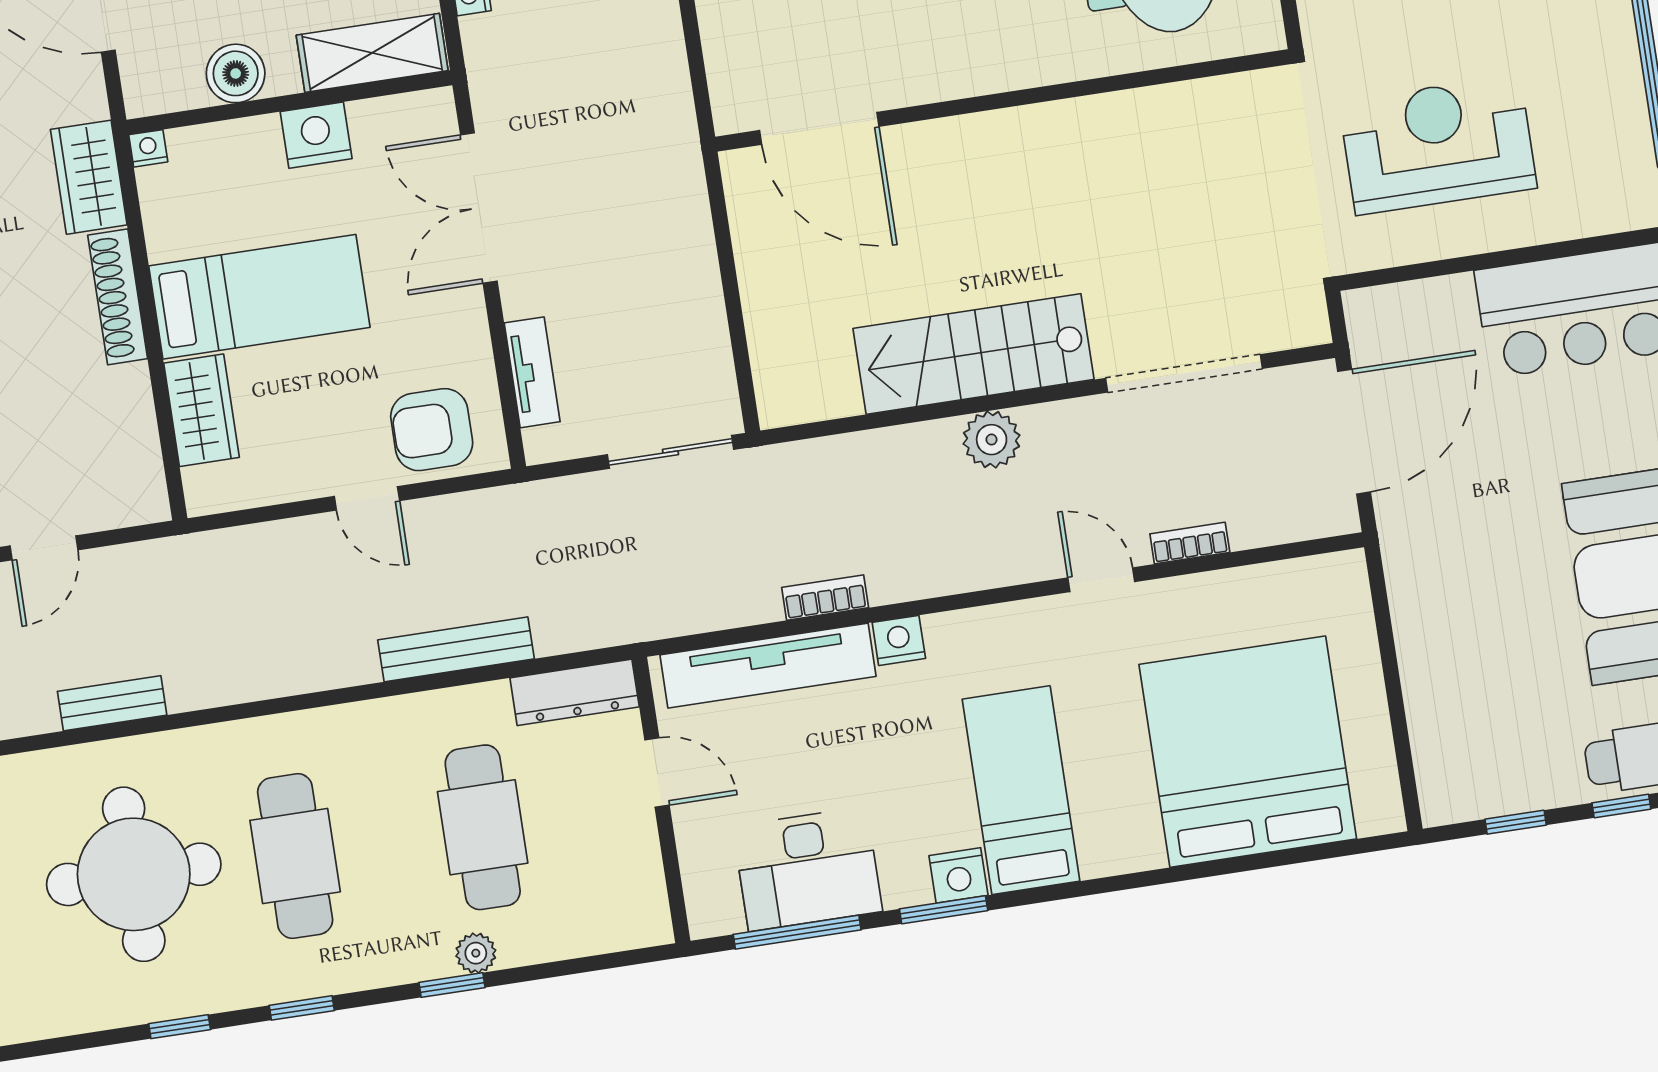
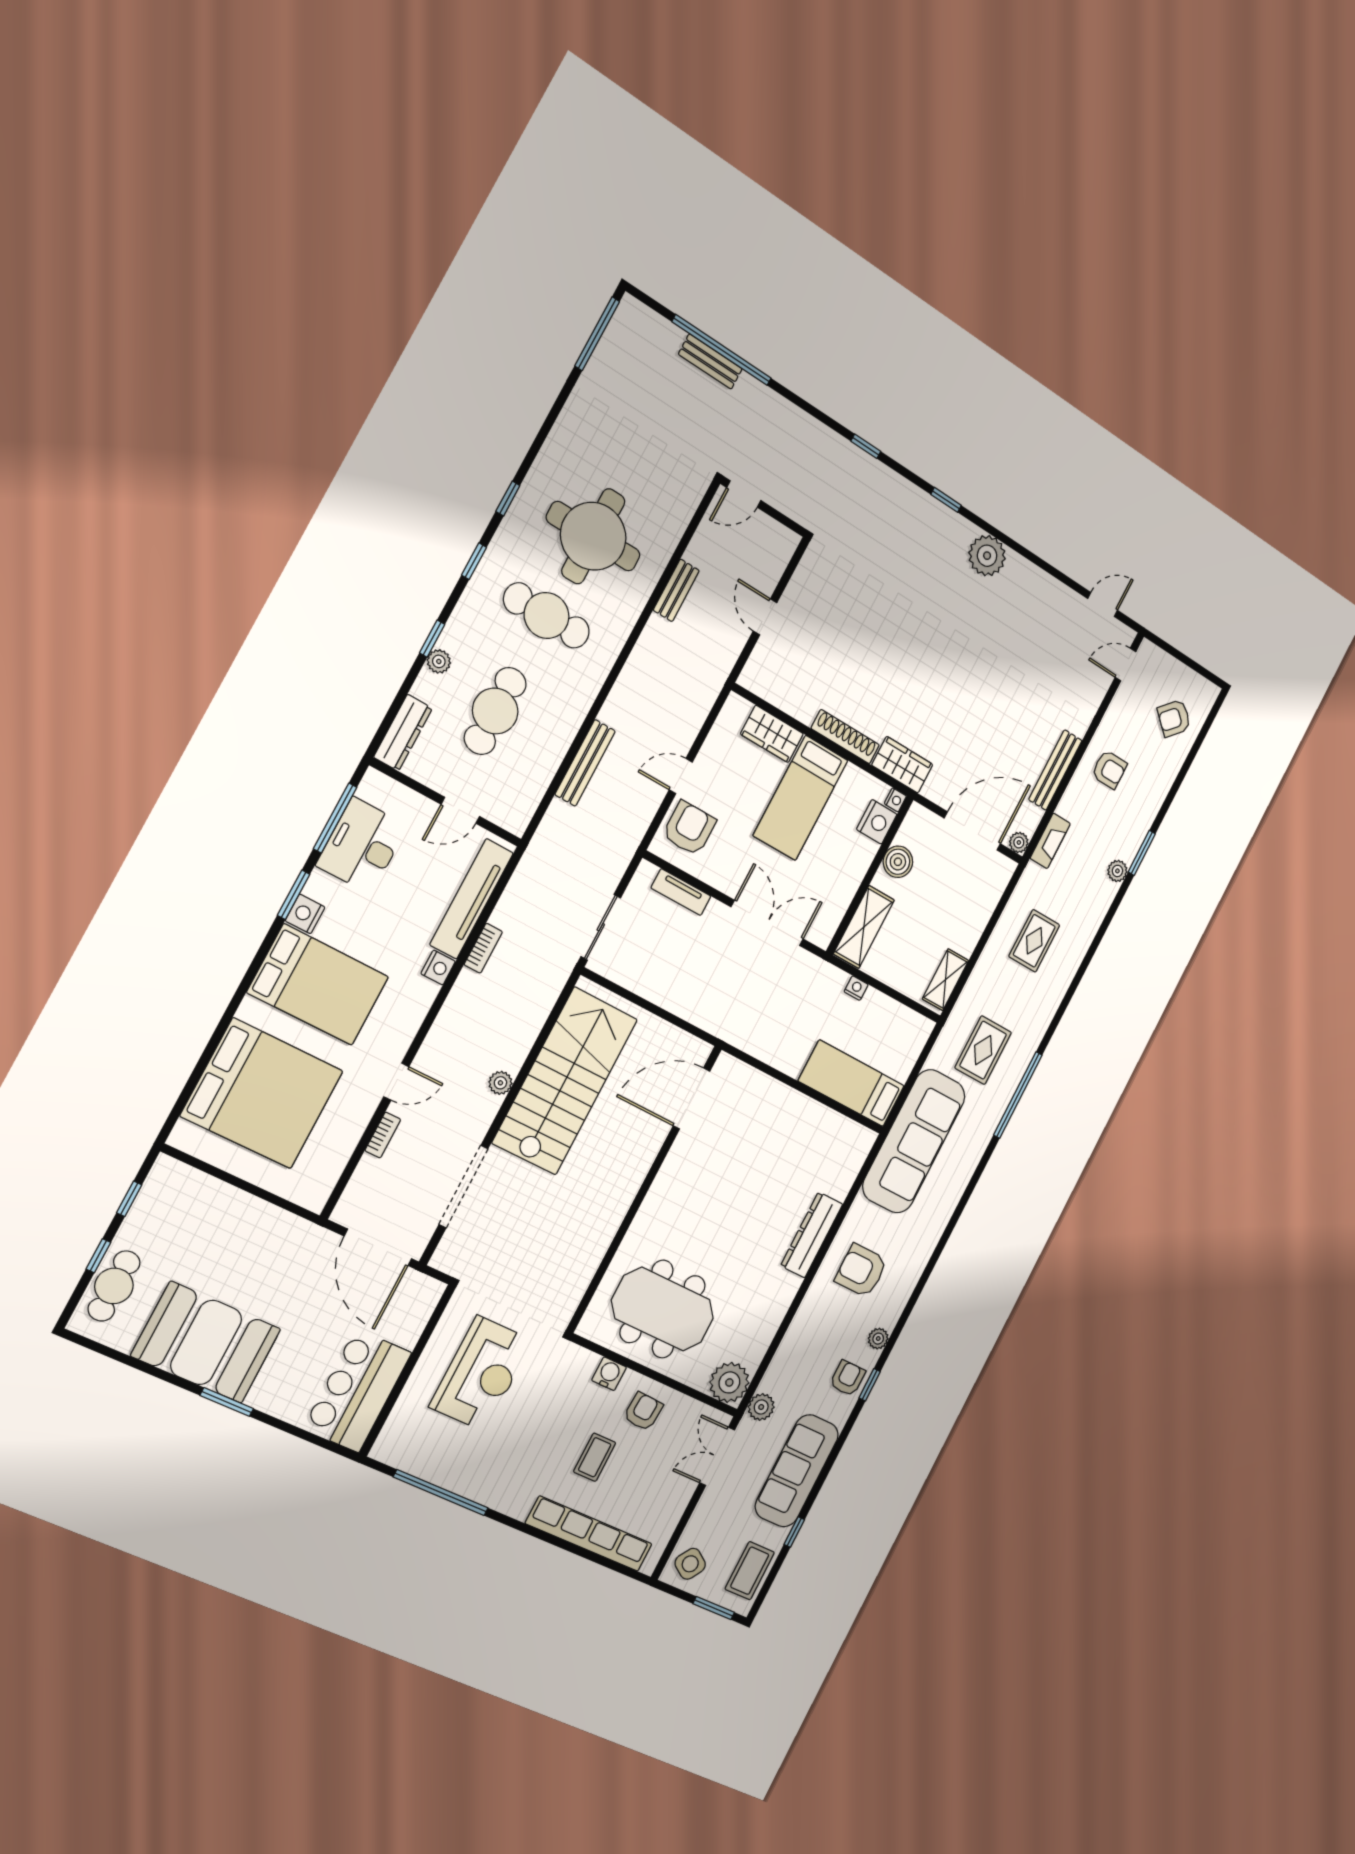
nightstand: (316, 135) -> (877, 822), moved
stairs: (974, 354) -> (565, 1081), width x1.36, depth x1.51
plant: (992, 440) -> (500, 1083), width x0.73, depth x0.73
dresser: (575, 692) -> (403, 733), moved, turned 180
bed: (1021, 790) -> (318, 985), width x1.50
cafe table: (483, 827) -> (495, 711), turned 90

